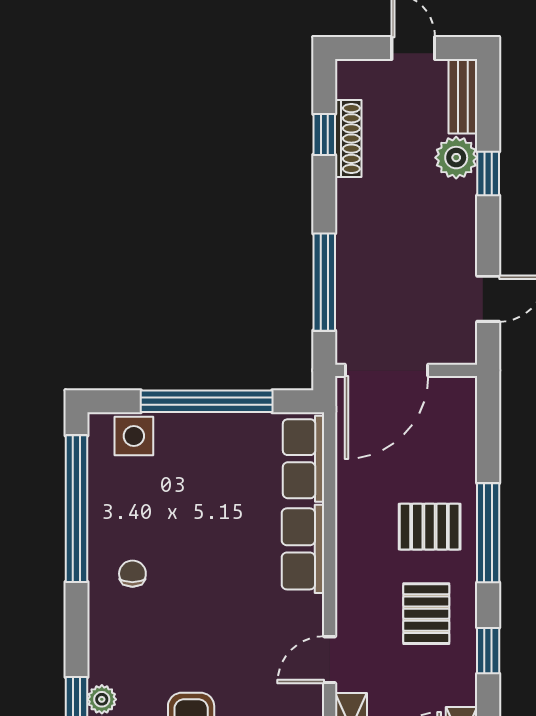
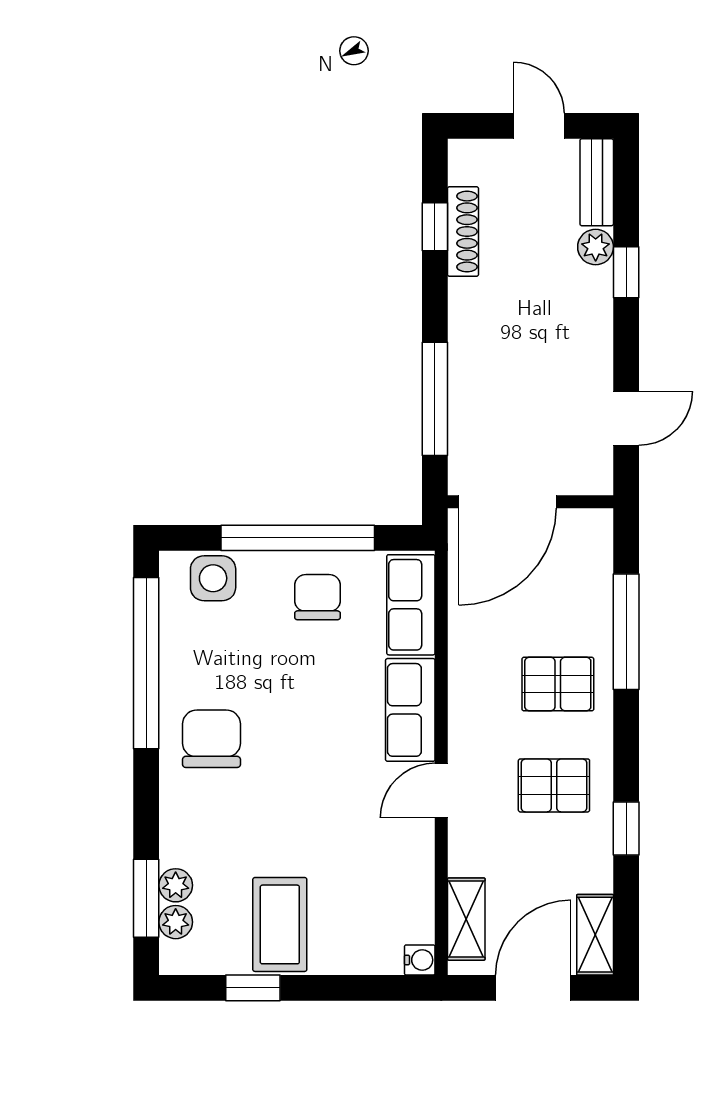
plant: (456, 158) -> (596, 247), width x0.73, depth x0.73
chair: (223, 452) -> (317, 597), added
window: (488, 533) -> (626, 632), moved
chair: (132, 574) -> (211, 739), width x1.87, depth x1.87
pallet: (426, 614) -> (554, 785), turned 90
door: (330, 660) -> (441, 791), moved

